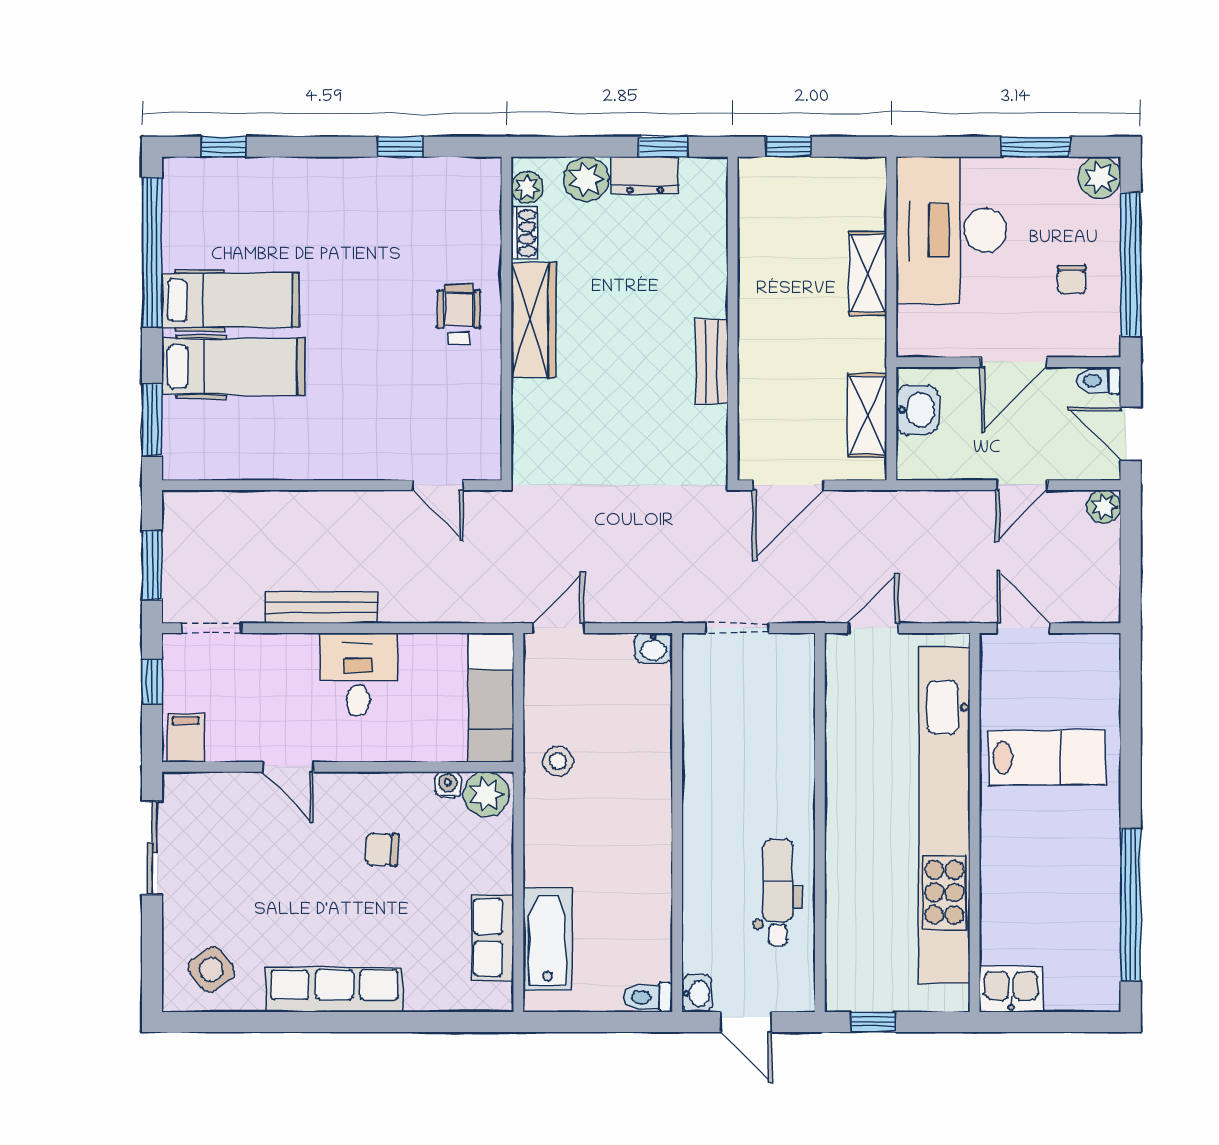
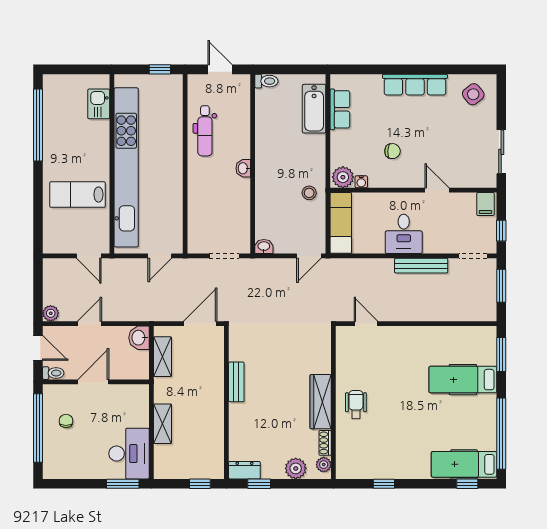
window: (1036, 147) -> (123, 484), moved
dresser: (645, 175) -> (244, 470), moved
plant: (1100, 178) -> (53, 469), removed
desk: (951, 230) -> (129, 454), width x0.73, depth x0.77
hospital bed: (231, 300) -> (464, 464), moved
wheelchair: (459, 314) -> (356, 405), turned 180
washbasin: (917, 410) -> (139, 338), moved
kitchen sink: (1011, 989) -> (99, 104), moved, turned 90
washbasin: (697, 993) -> (243, 168), moved

